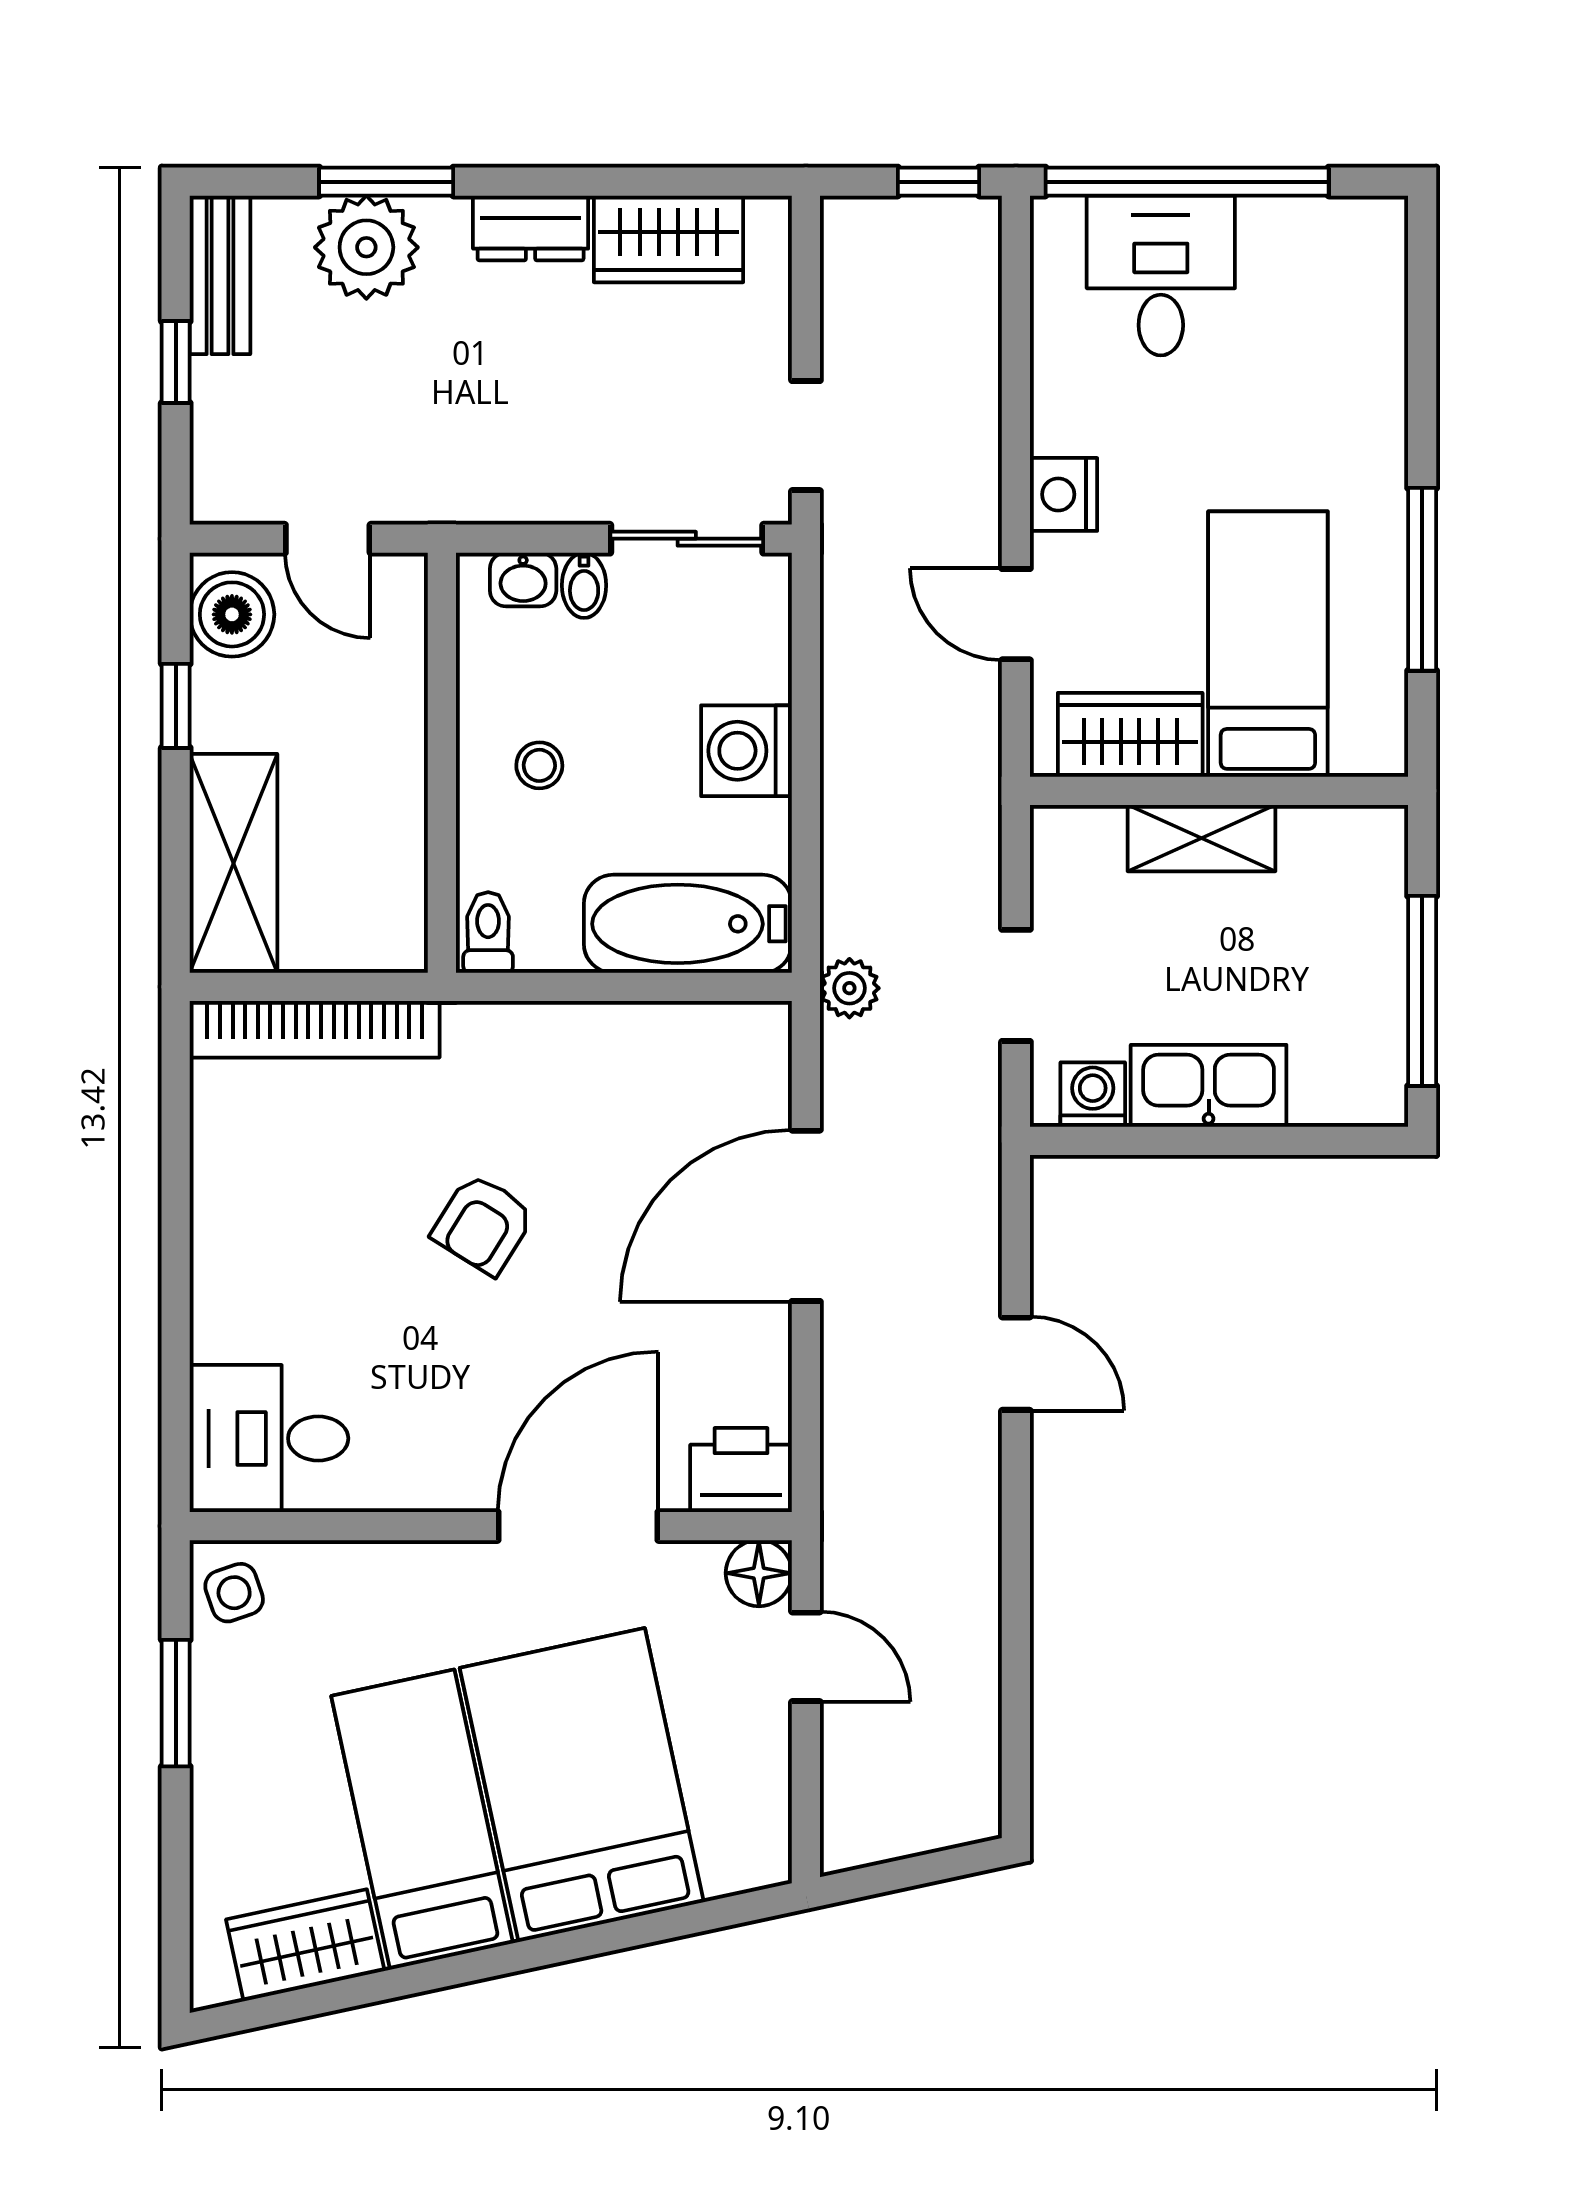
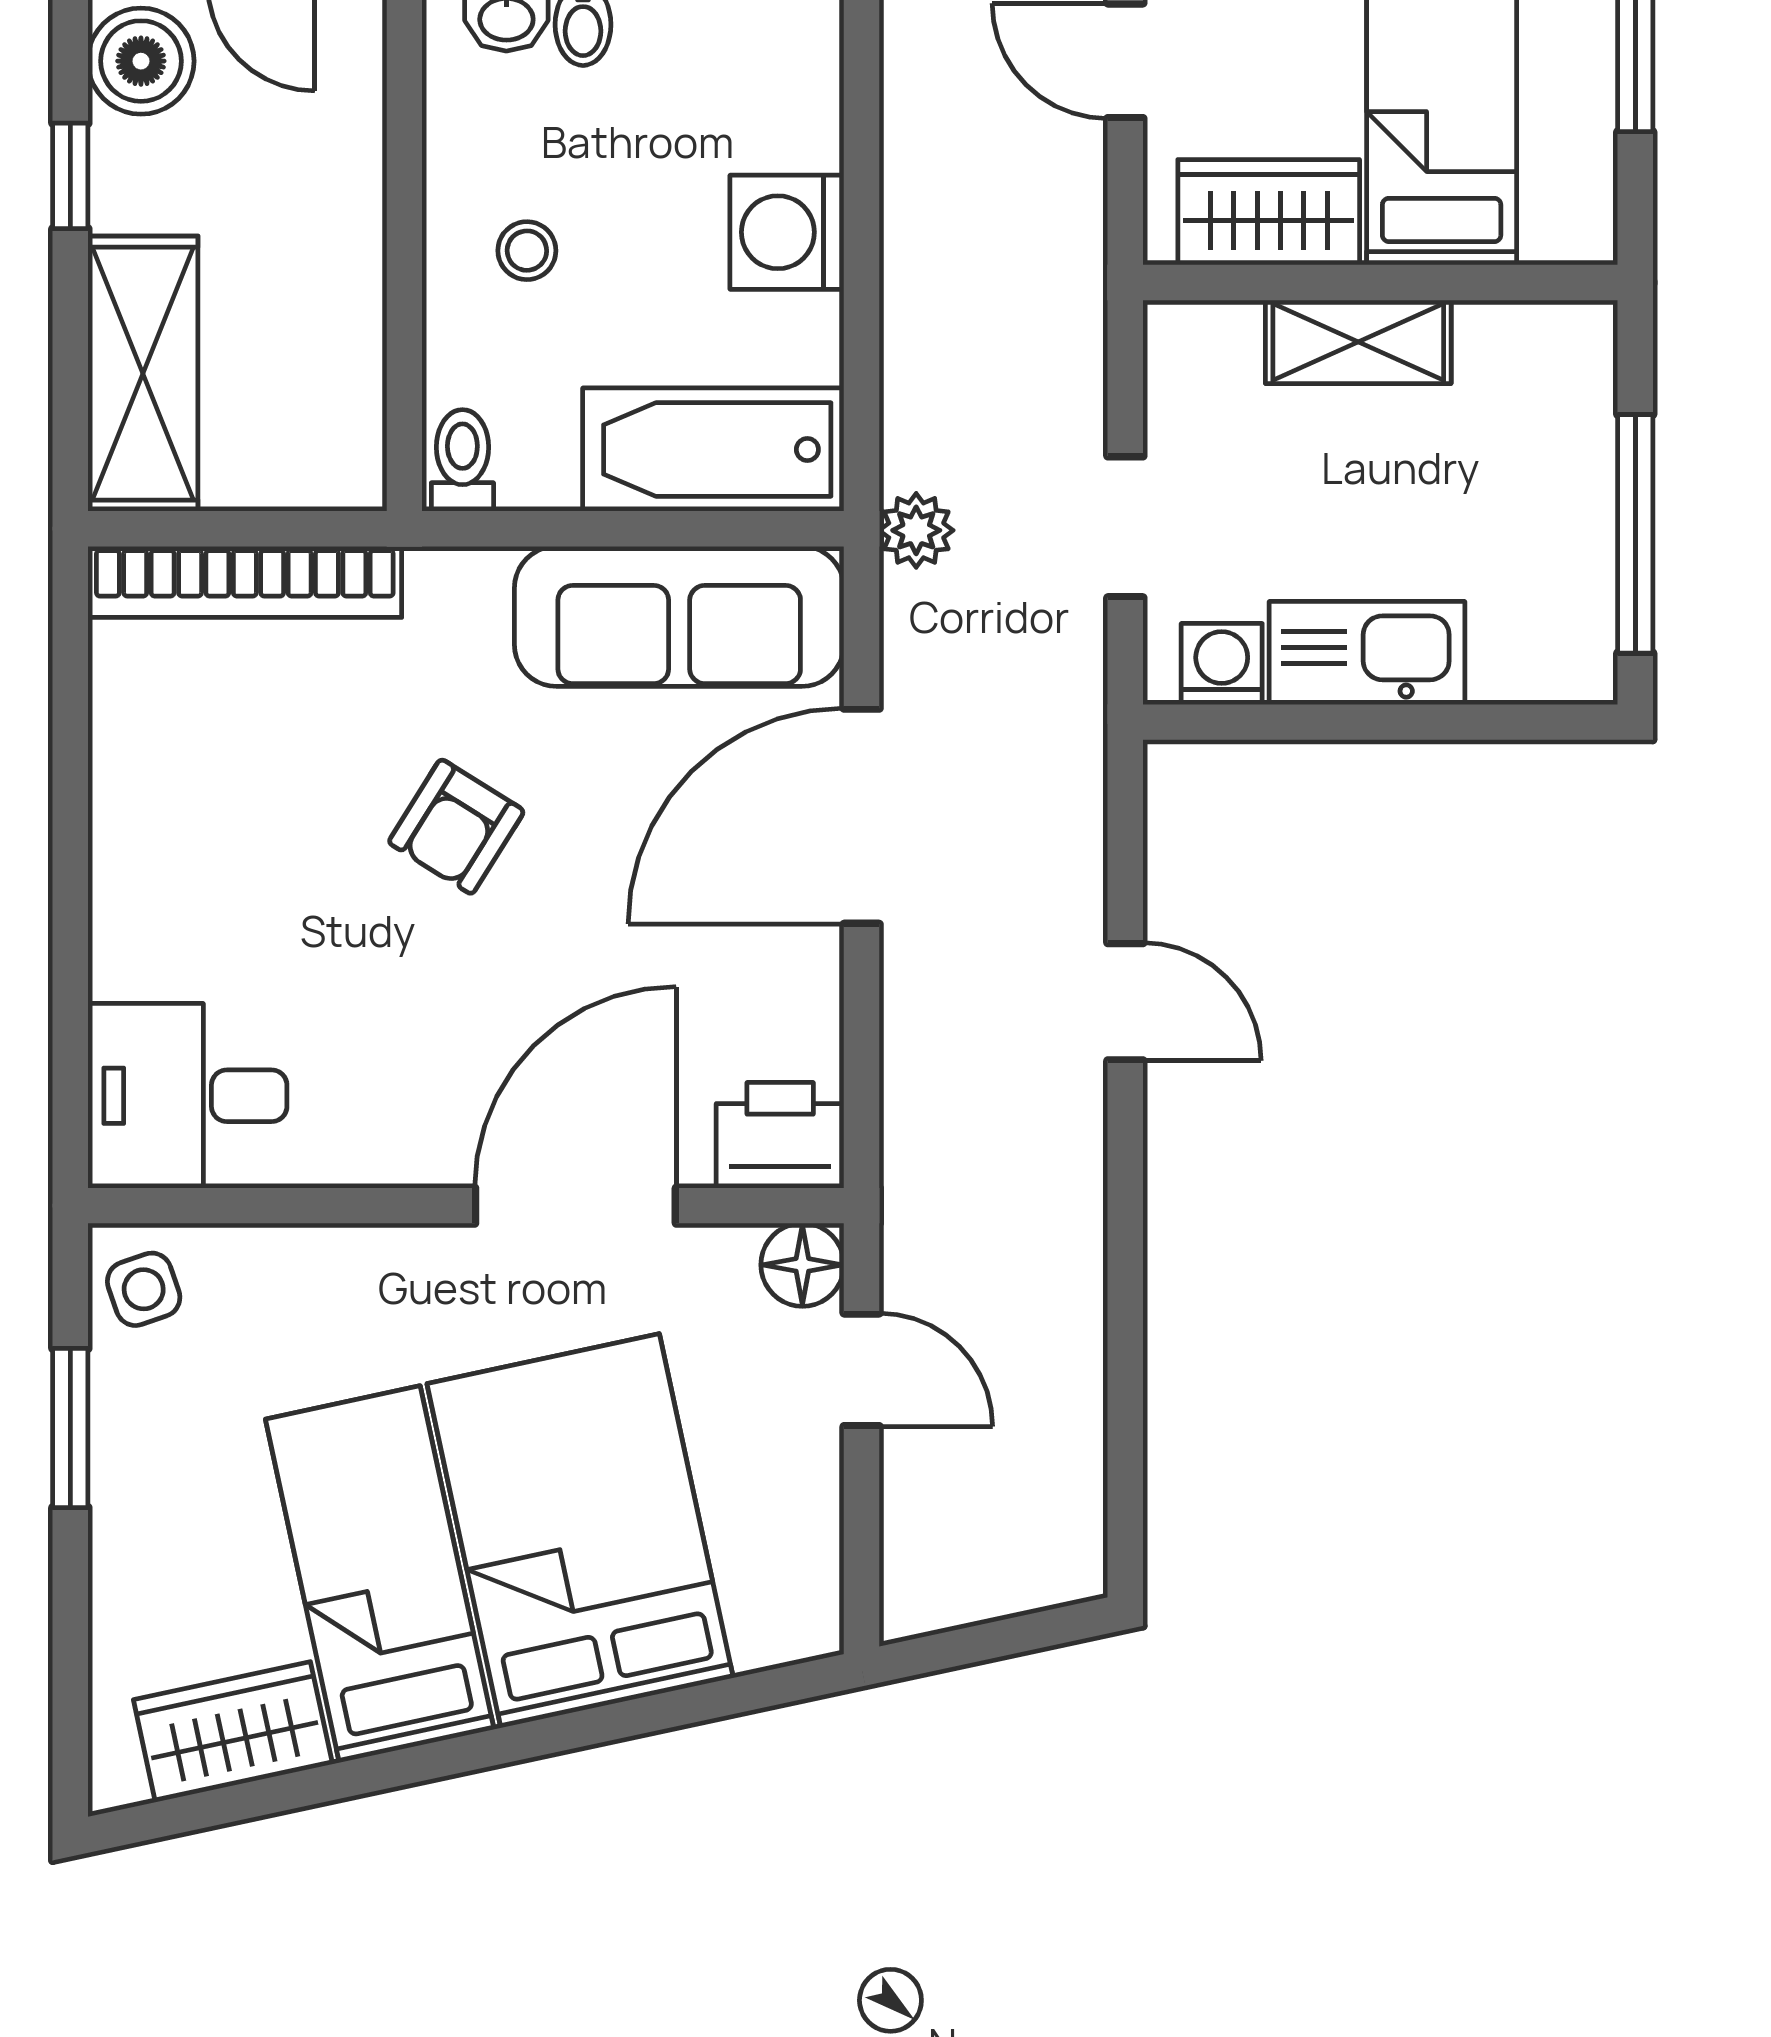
sofa: (661, 1057) -> (679, 616), added

